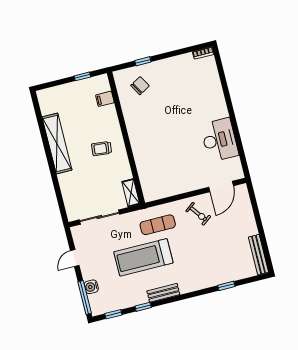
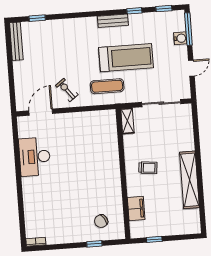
filing cabinet: (105, 99) -> (136, 209), width x2.00
window: (226, 286) -> (37, 18), moved

